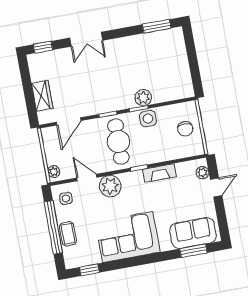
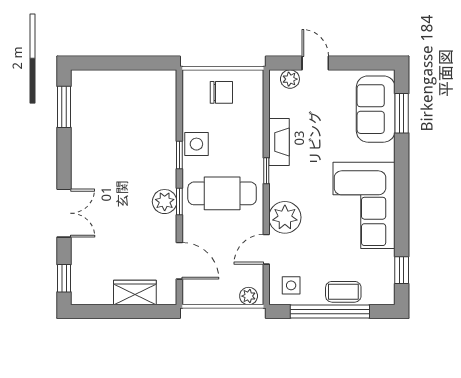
plant: (143, 98) -> (165, 202), moved

